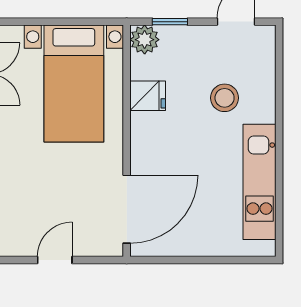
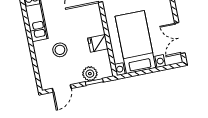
plant: (145, 40) -> (90, 74), moved

